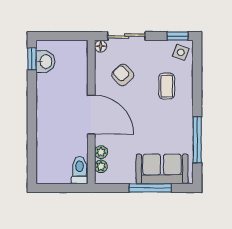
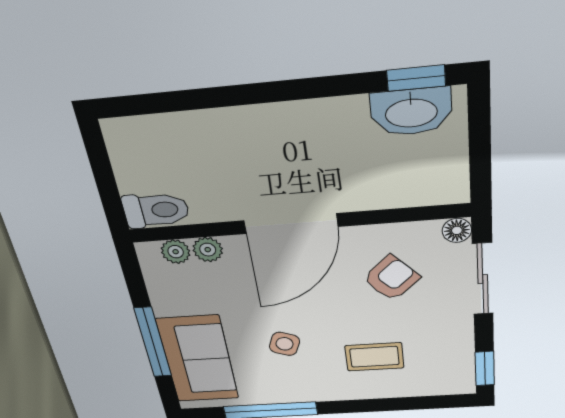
side table: (181, 52) -> (284, 344), moved
washbasin: (45, 62) -> (411, 112), width x1.38

